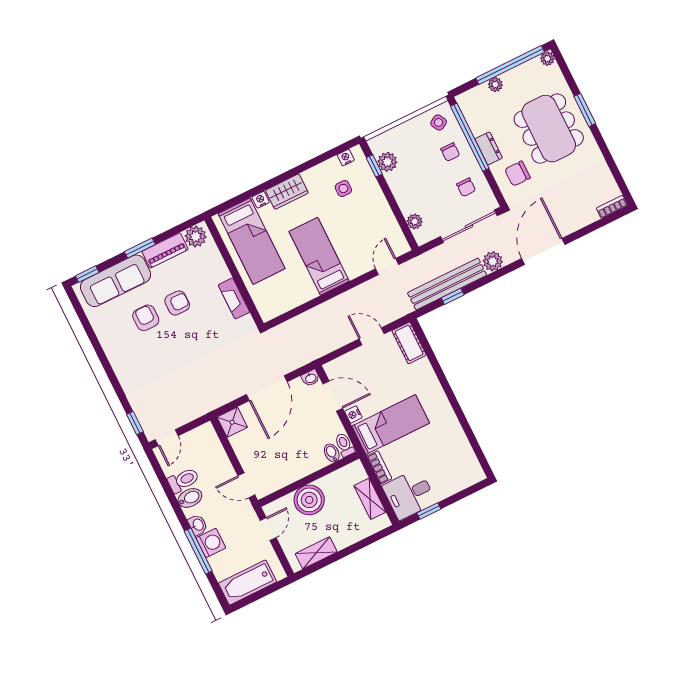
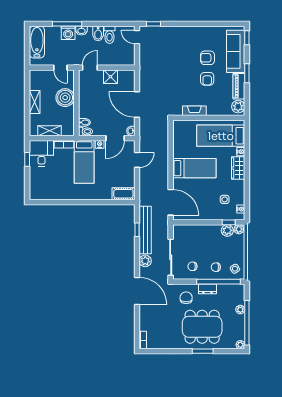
plant: (415, 221) -> (239, 229), moved
door: (387, 267) -> (171, 202), width x1.88
armchair: (146, 318) -> (207, 58), turned 180
door: (372, 336) -> (137, 160), moved
shower: (232, 422) -> (110, 77), moved
shelving: (316, 553) -> (35, 102), moved

